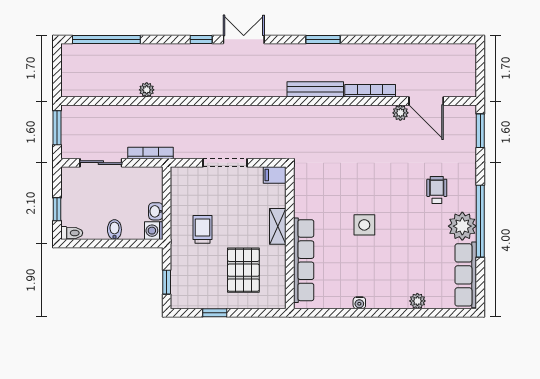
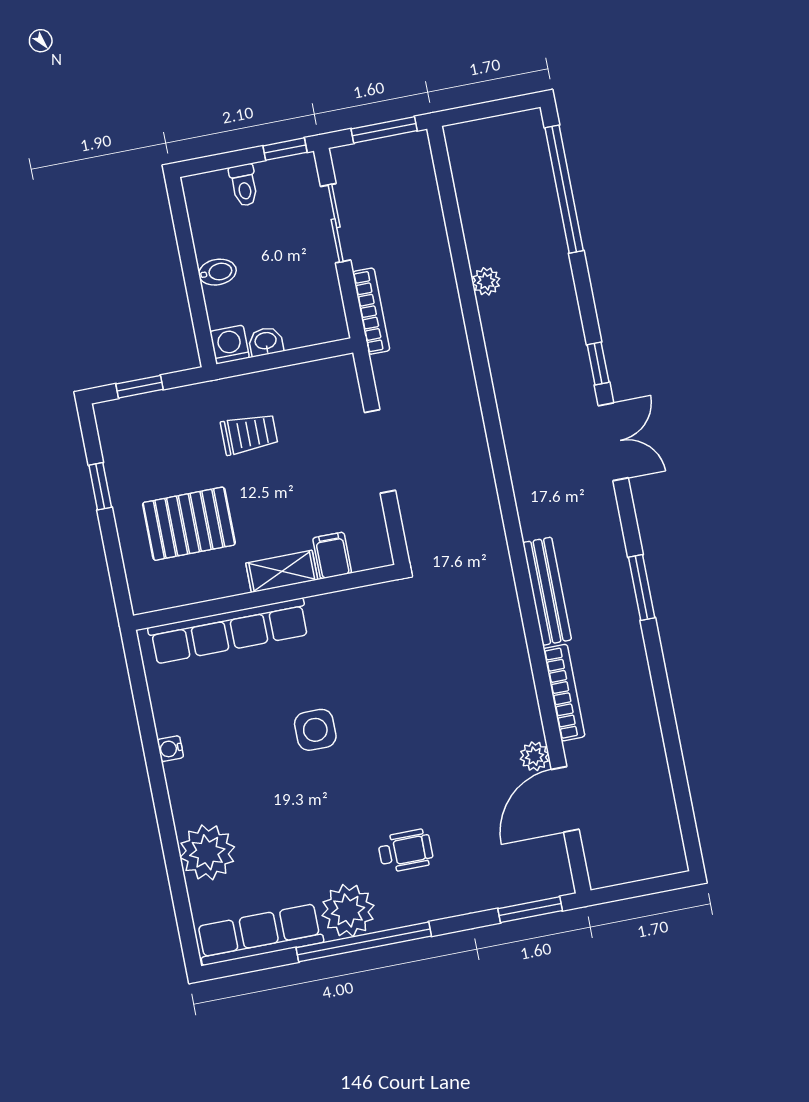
filing cabinet: (275, 175) -> (332, 555), moved
window: (57, 209) -> (285, 149), moved
toilet: (72, 233) -> (244, 185), moved
plant: (417, 301) -> (207, 852), width x1.87, depth x1.87

